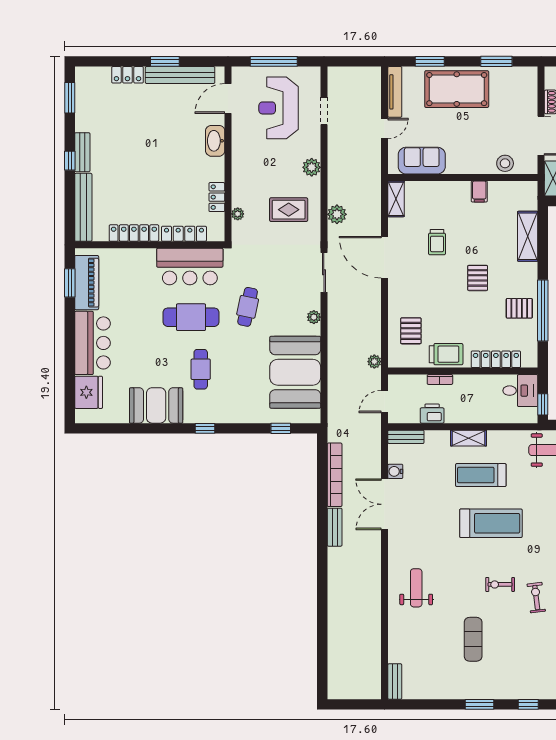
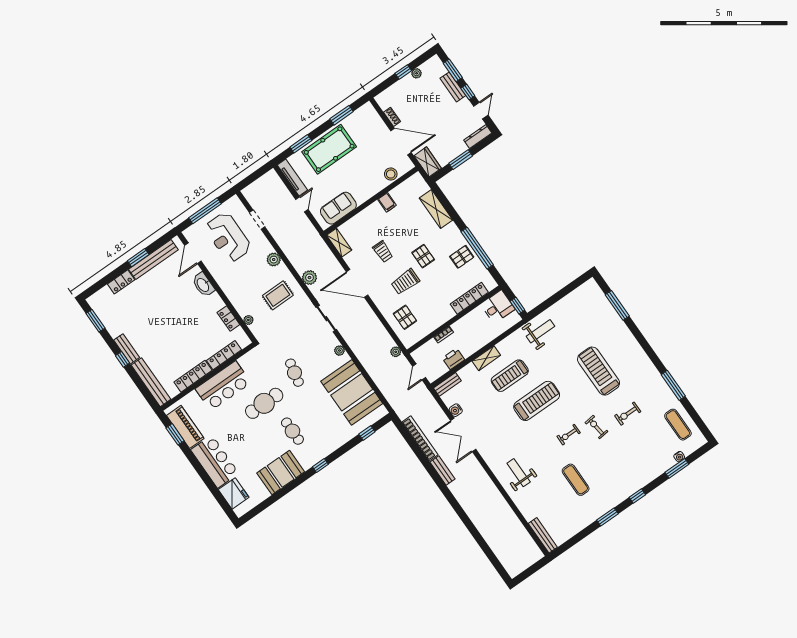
bar counter: (190, 267) -> (223, 386), moved
trolley: (446, 354) -> (405, 282), moved, turned 180
bench: (395, 681) -> (543, 535), width x1.36

